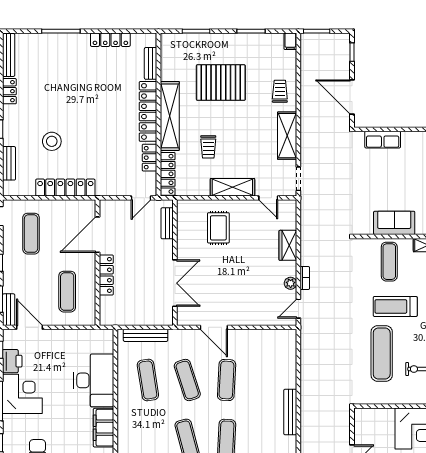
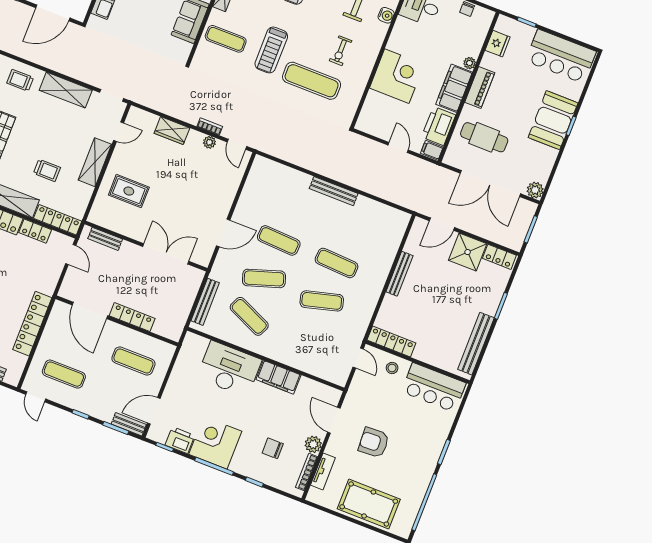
exercise mat: (148, 380) -> (249, 316), turned 33

